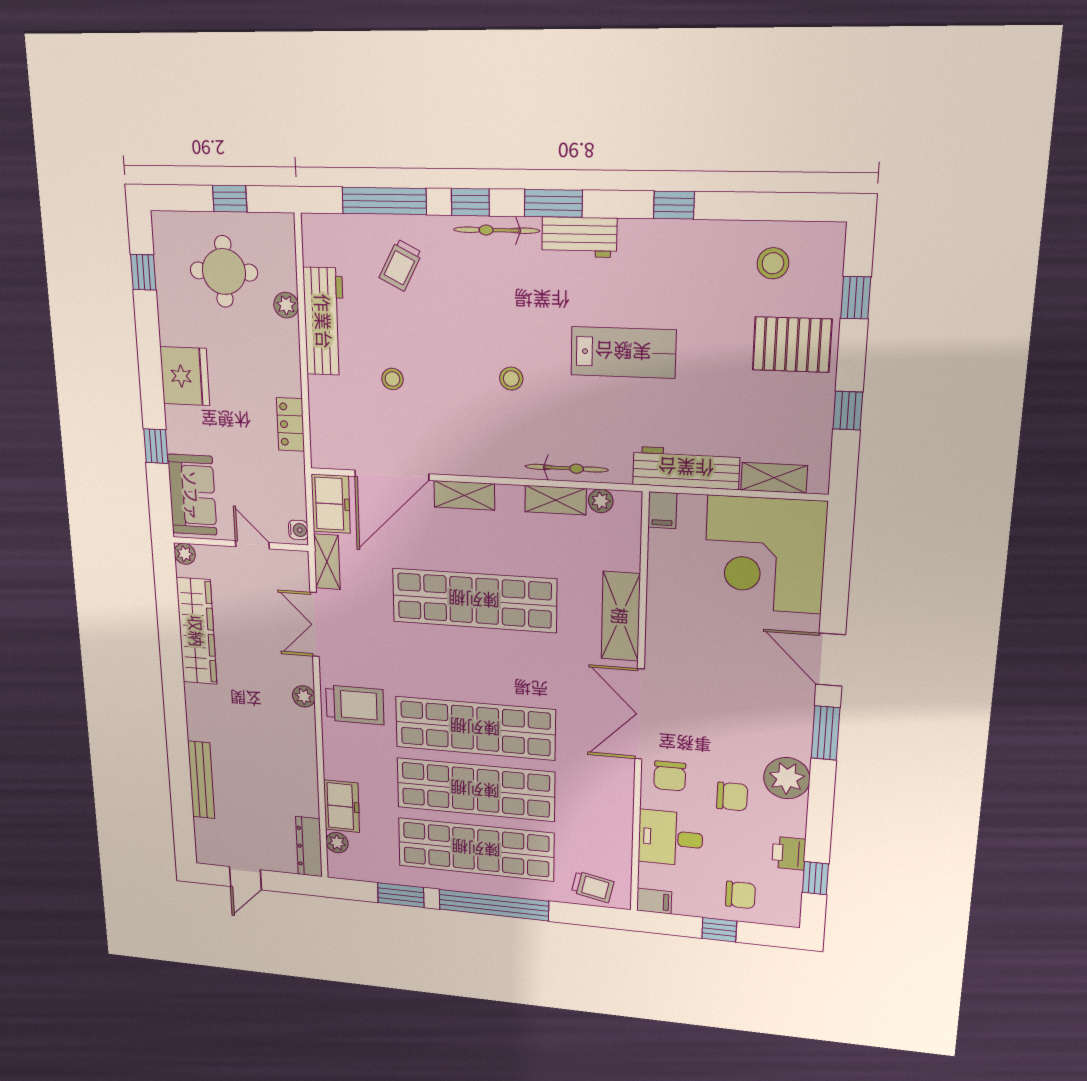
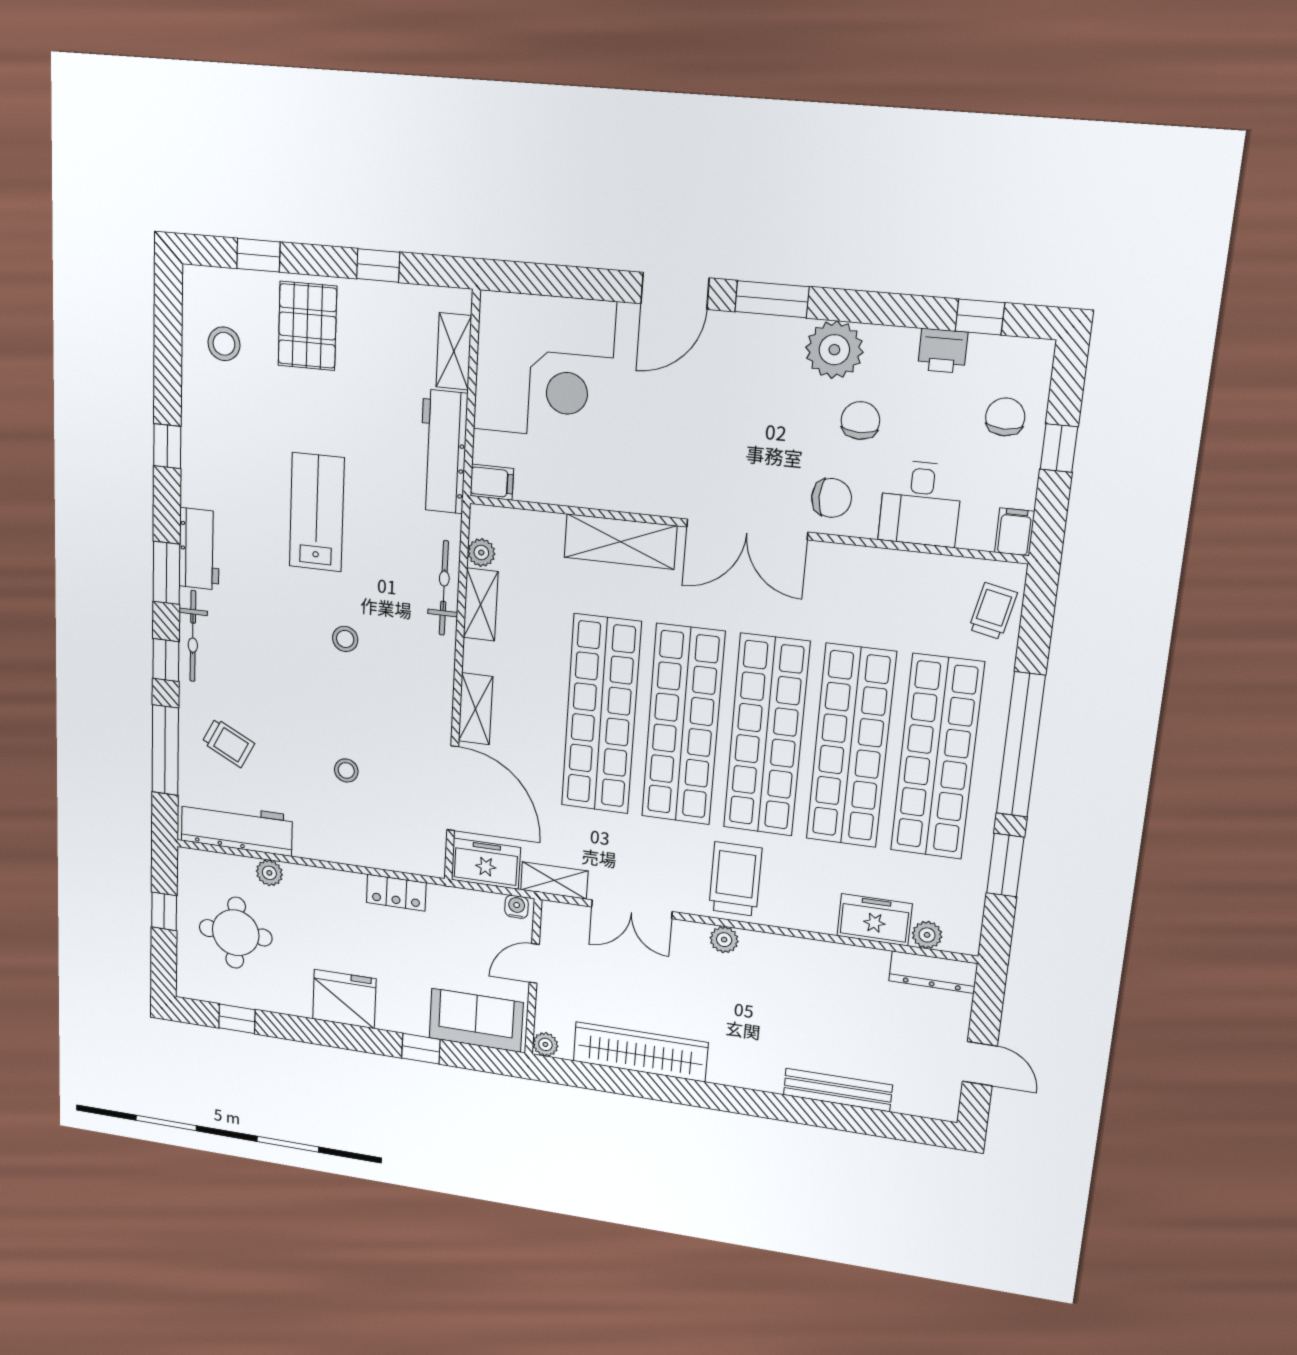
workbench: (324, 321) -> (237, 828), moved
shop shelf: (475, 665) -> (683, 725), added

